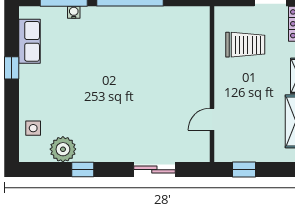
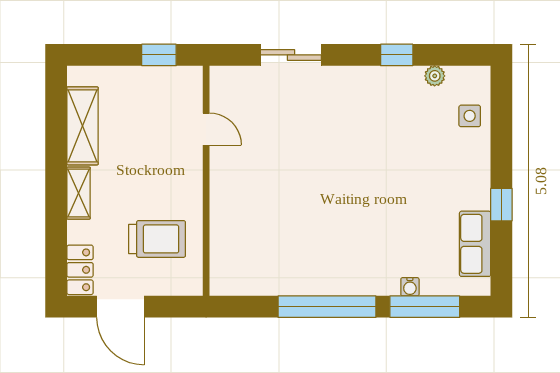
trolley: (245, 45) -> (157, 239), turned 180
door: (212, 119) -> (206, 129), hinge flipped
plant: (63, 149) -> (435, 76), width x0.53, depth x0.53

